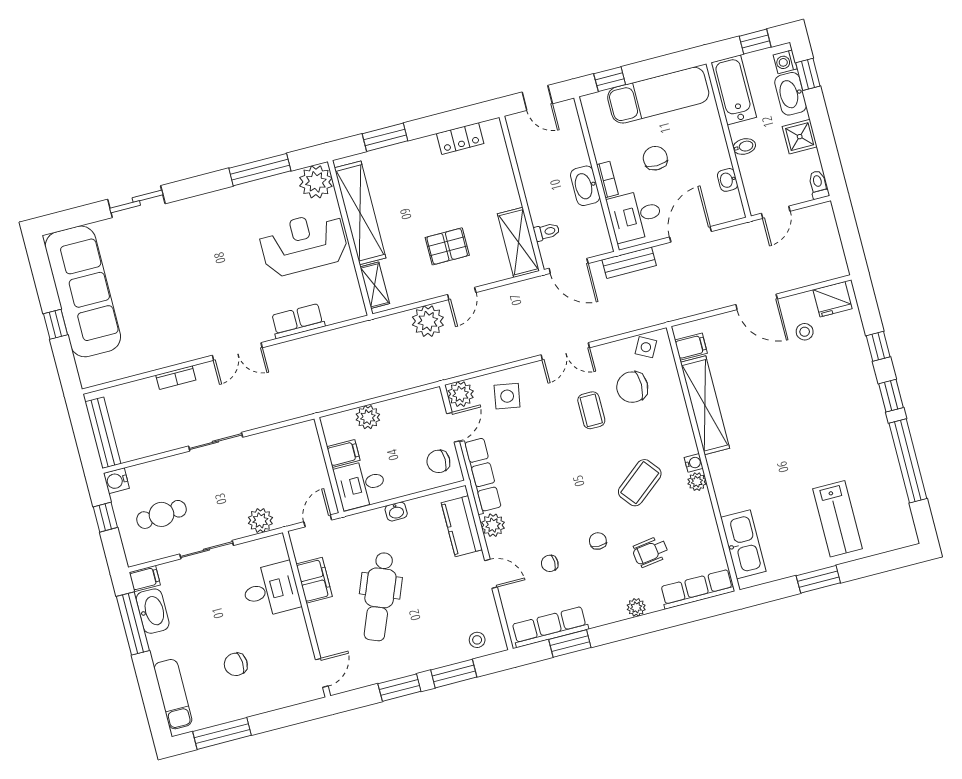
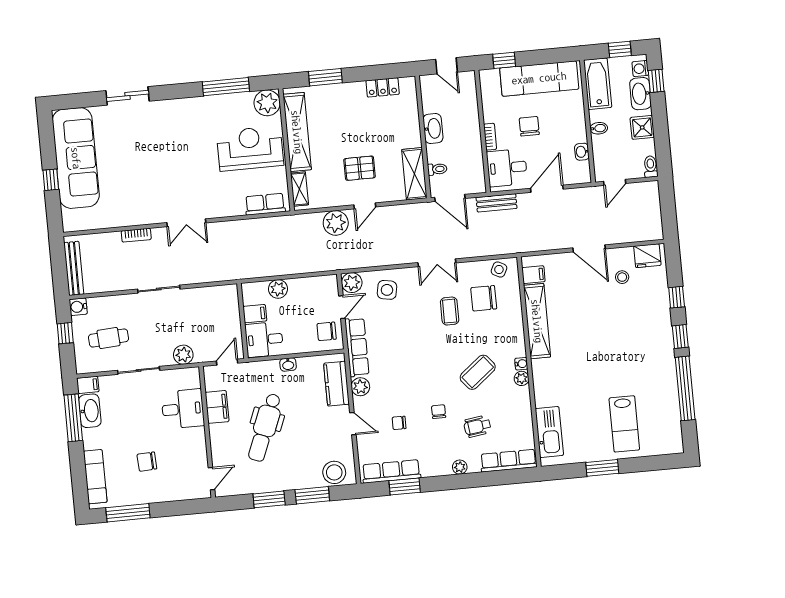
washbasin: (585, 186) -> (433, 128), moved, turned 180
row of seats: (298, 321) -> (265, 204), moved
stool: (477, 640) -> (334, 472), width x1.89, depth x1.89

